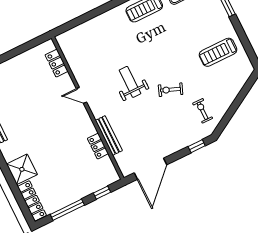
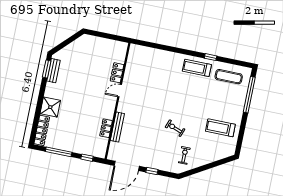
locker: (57, 63) -> (117, 73), moved
weight bench: (130, 82) -> (155, 105), removed
door: (81, 95) -> (120, 91), hinge flipped
window: (197, 146) -> (152, 171), moved

